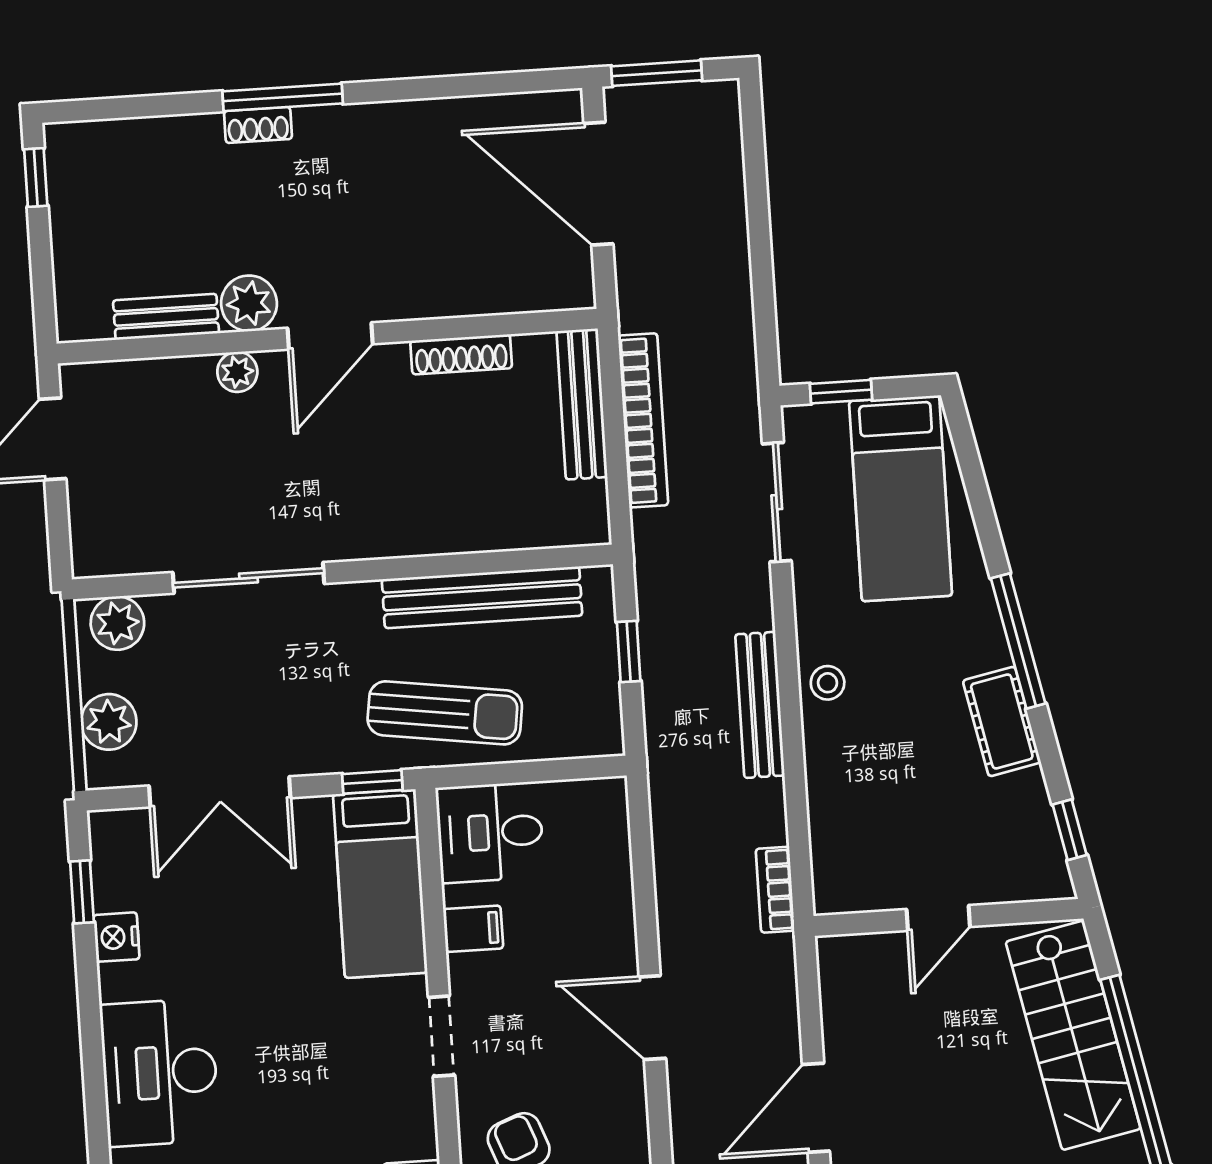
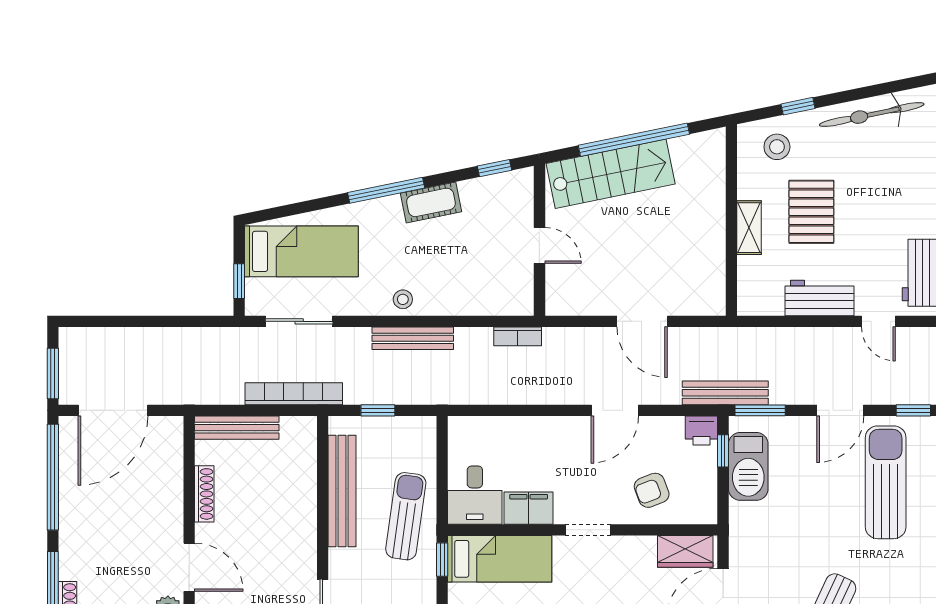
window: (474, 85) -> (53, 477), added
bookcase: (643, 420) -> (294, 394), moved
filing cabinet: (473, 929) -> (529, 508), width x2.00
door: (652, 1018) -> (615, 410), moved

